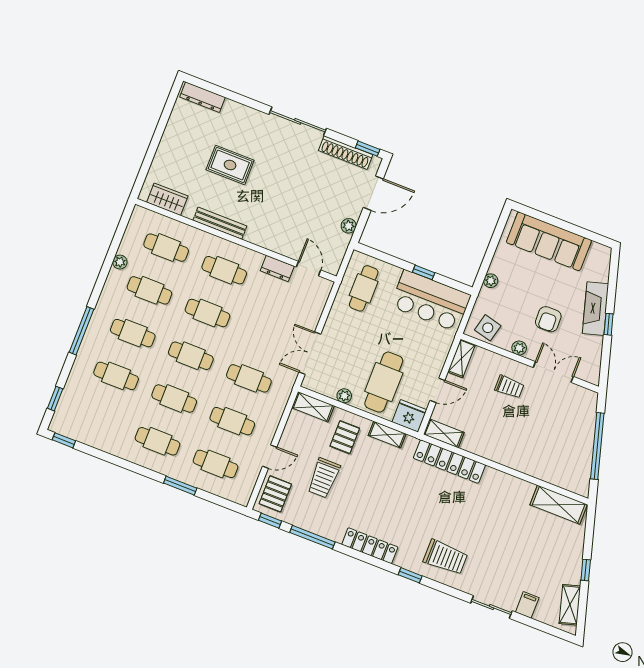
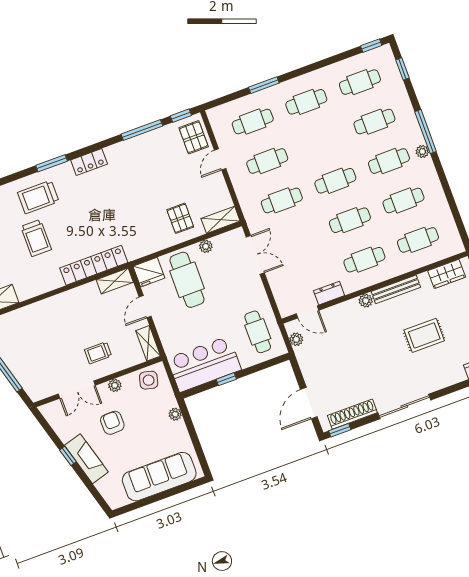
plant: (349, 226) -> (296, 339), moved
plant: (253, 236) -> (366, 301), added
plant: (120, 262) -> (422, 151), moved
cafe table: (174, 399) -> (360, 82), moved
shelving: (387, 435) -> (153, 246), removed
trolley: (324, 478) -> (36, 238), moved, turned 180
locker: (370, 546) -> (89, 162), width x0.66
window: (410, 575) -> (52, 163), width x1.50

